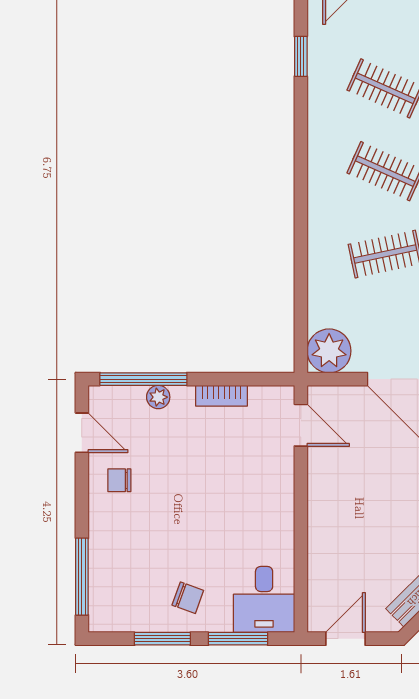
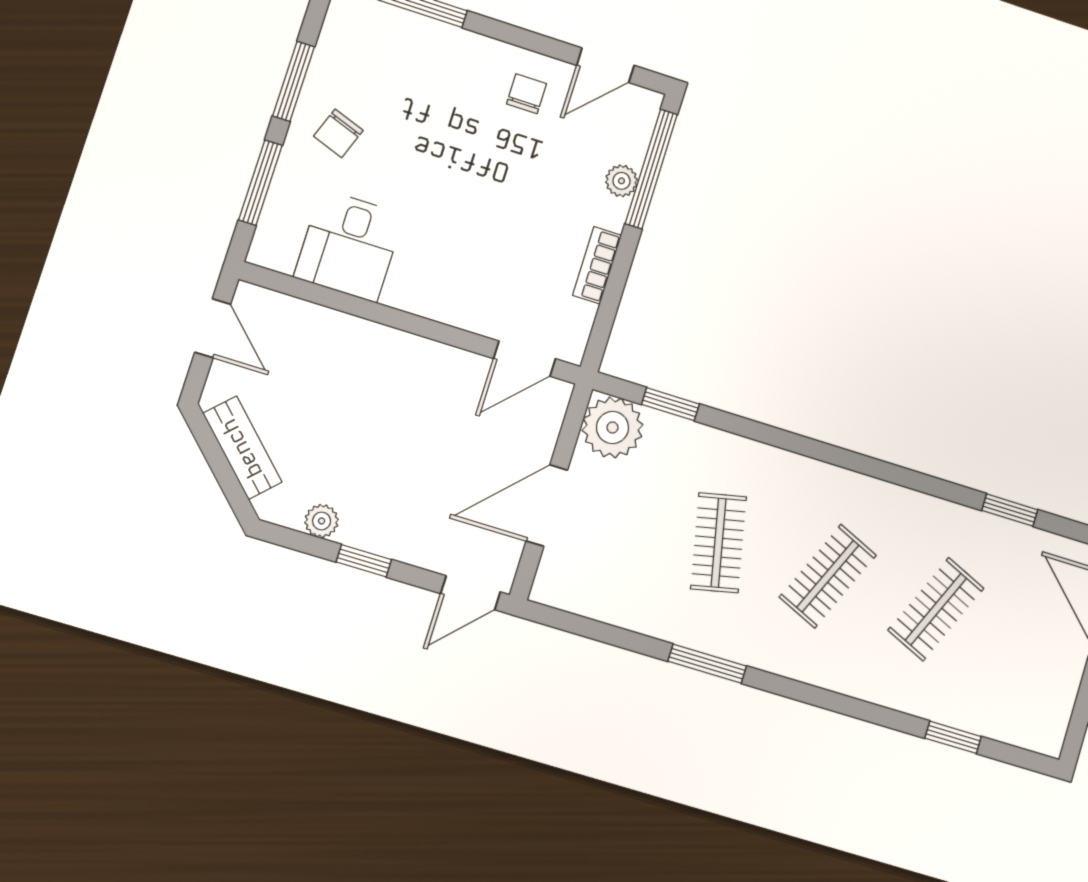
window: (301, 316) -> (670, 404), added
desk: (264, 599) -> (349, 246), moved, turned -90

